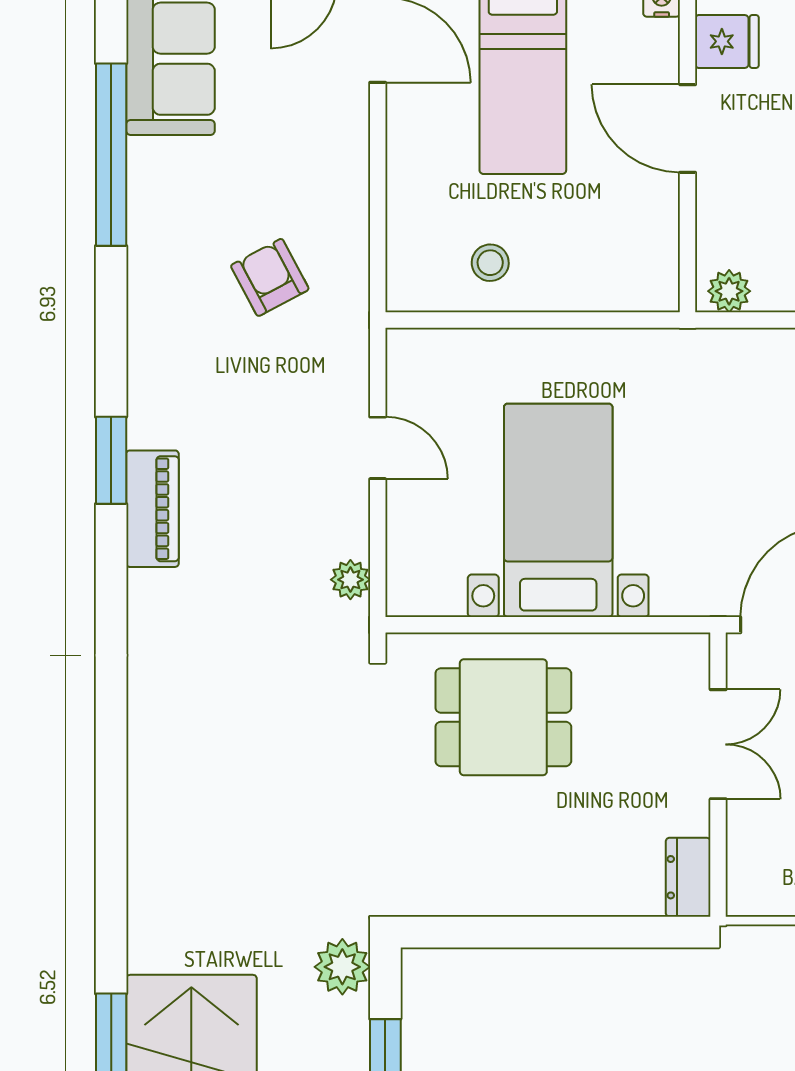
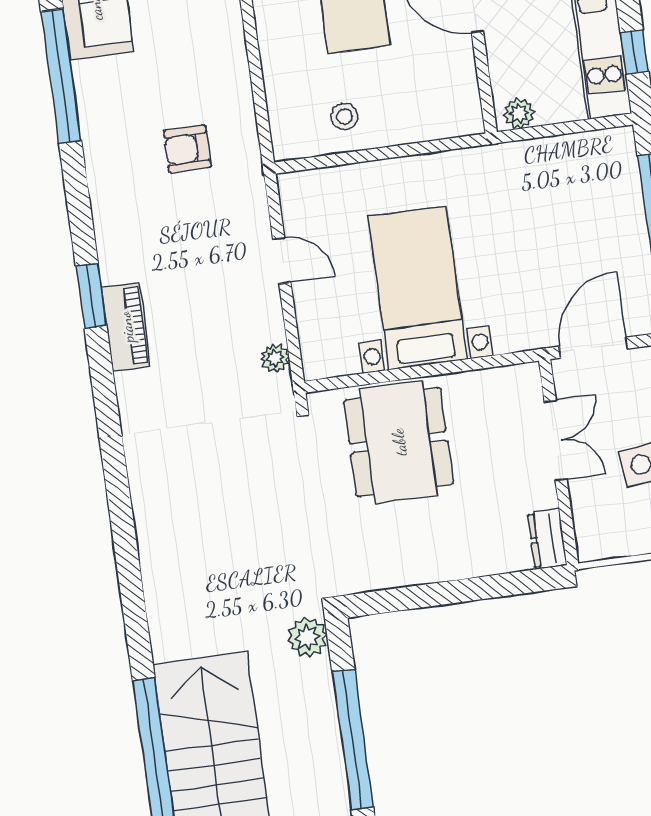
armchair: (270, 277) -> (187, 149), turned -62
dining table: (503, 717) -> (399, 442), width x1.38

